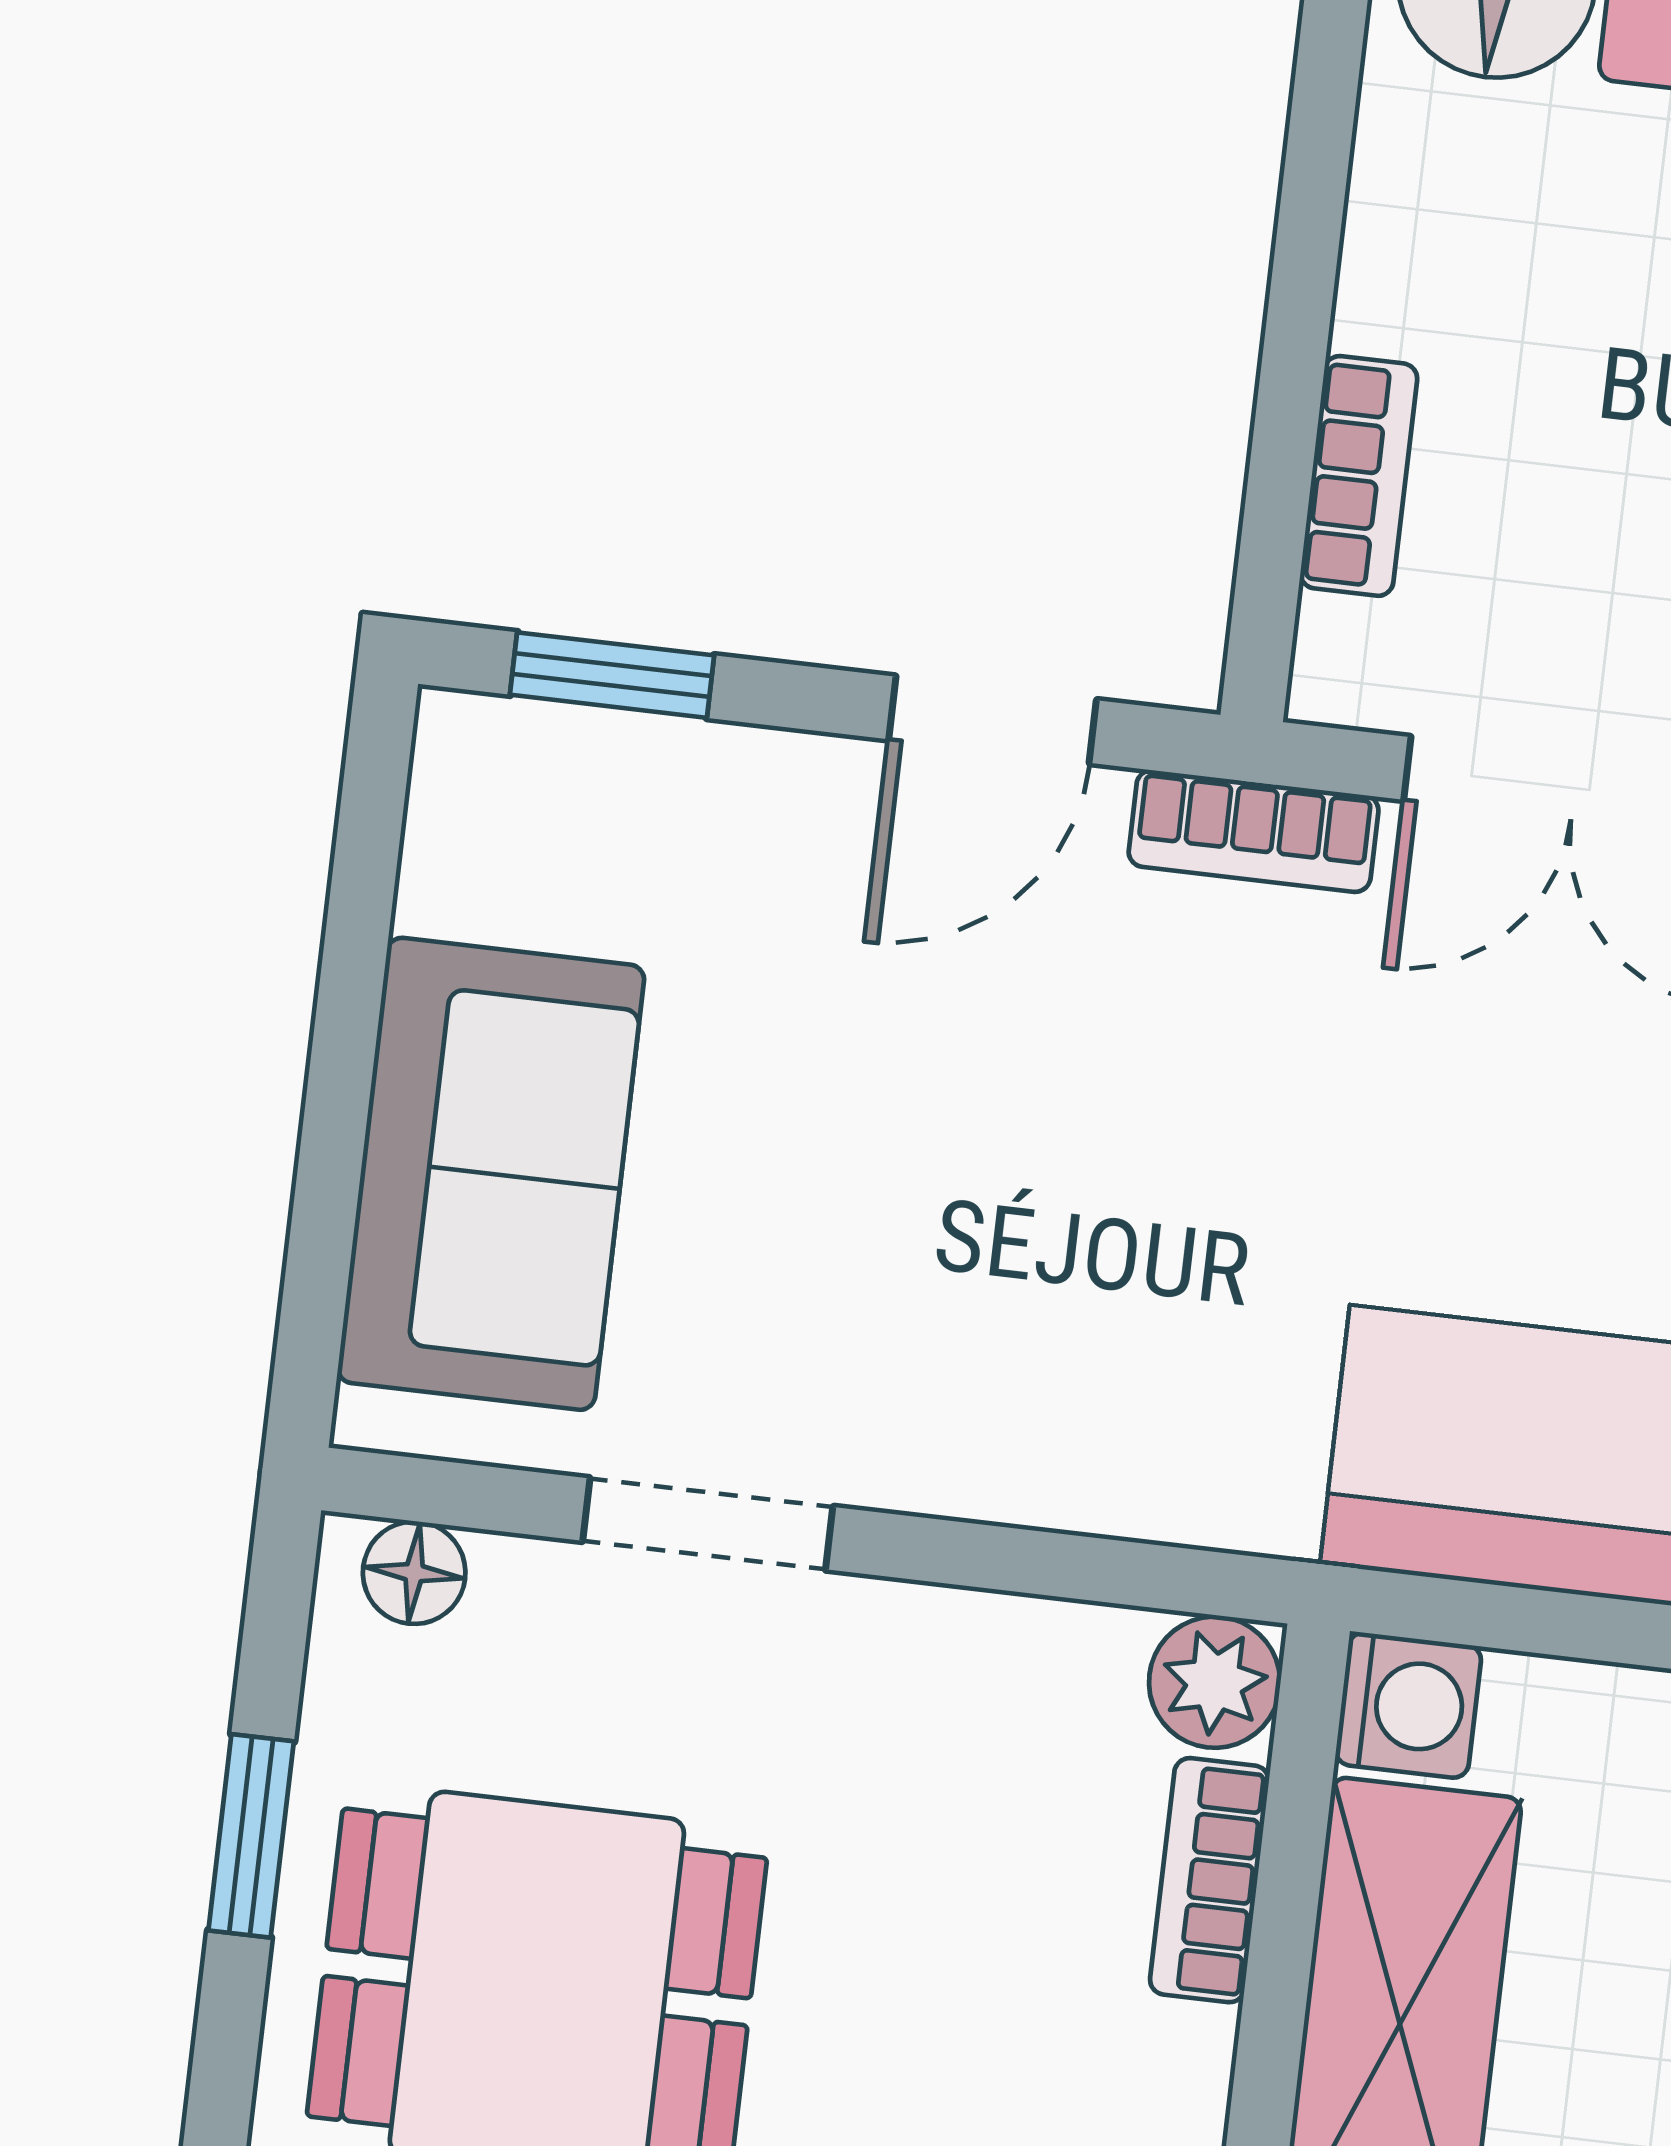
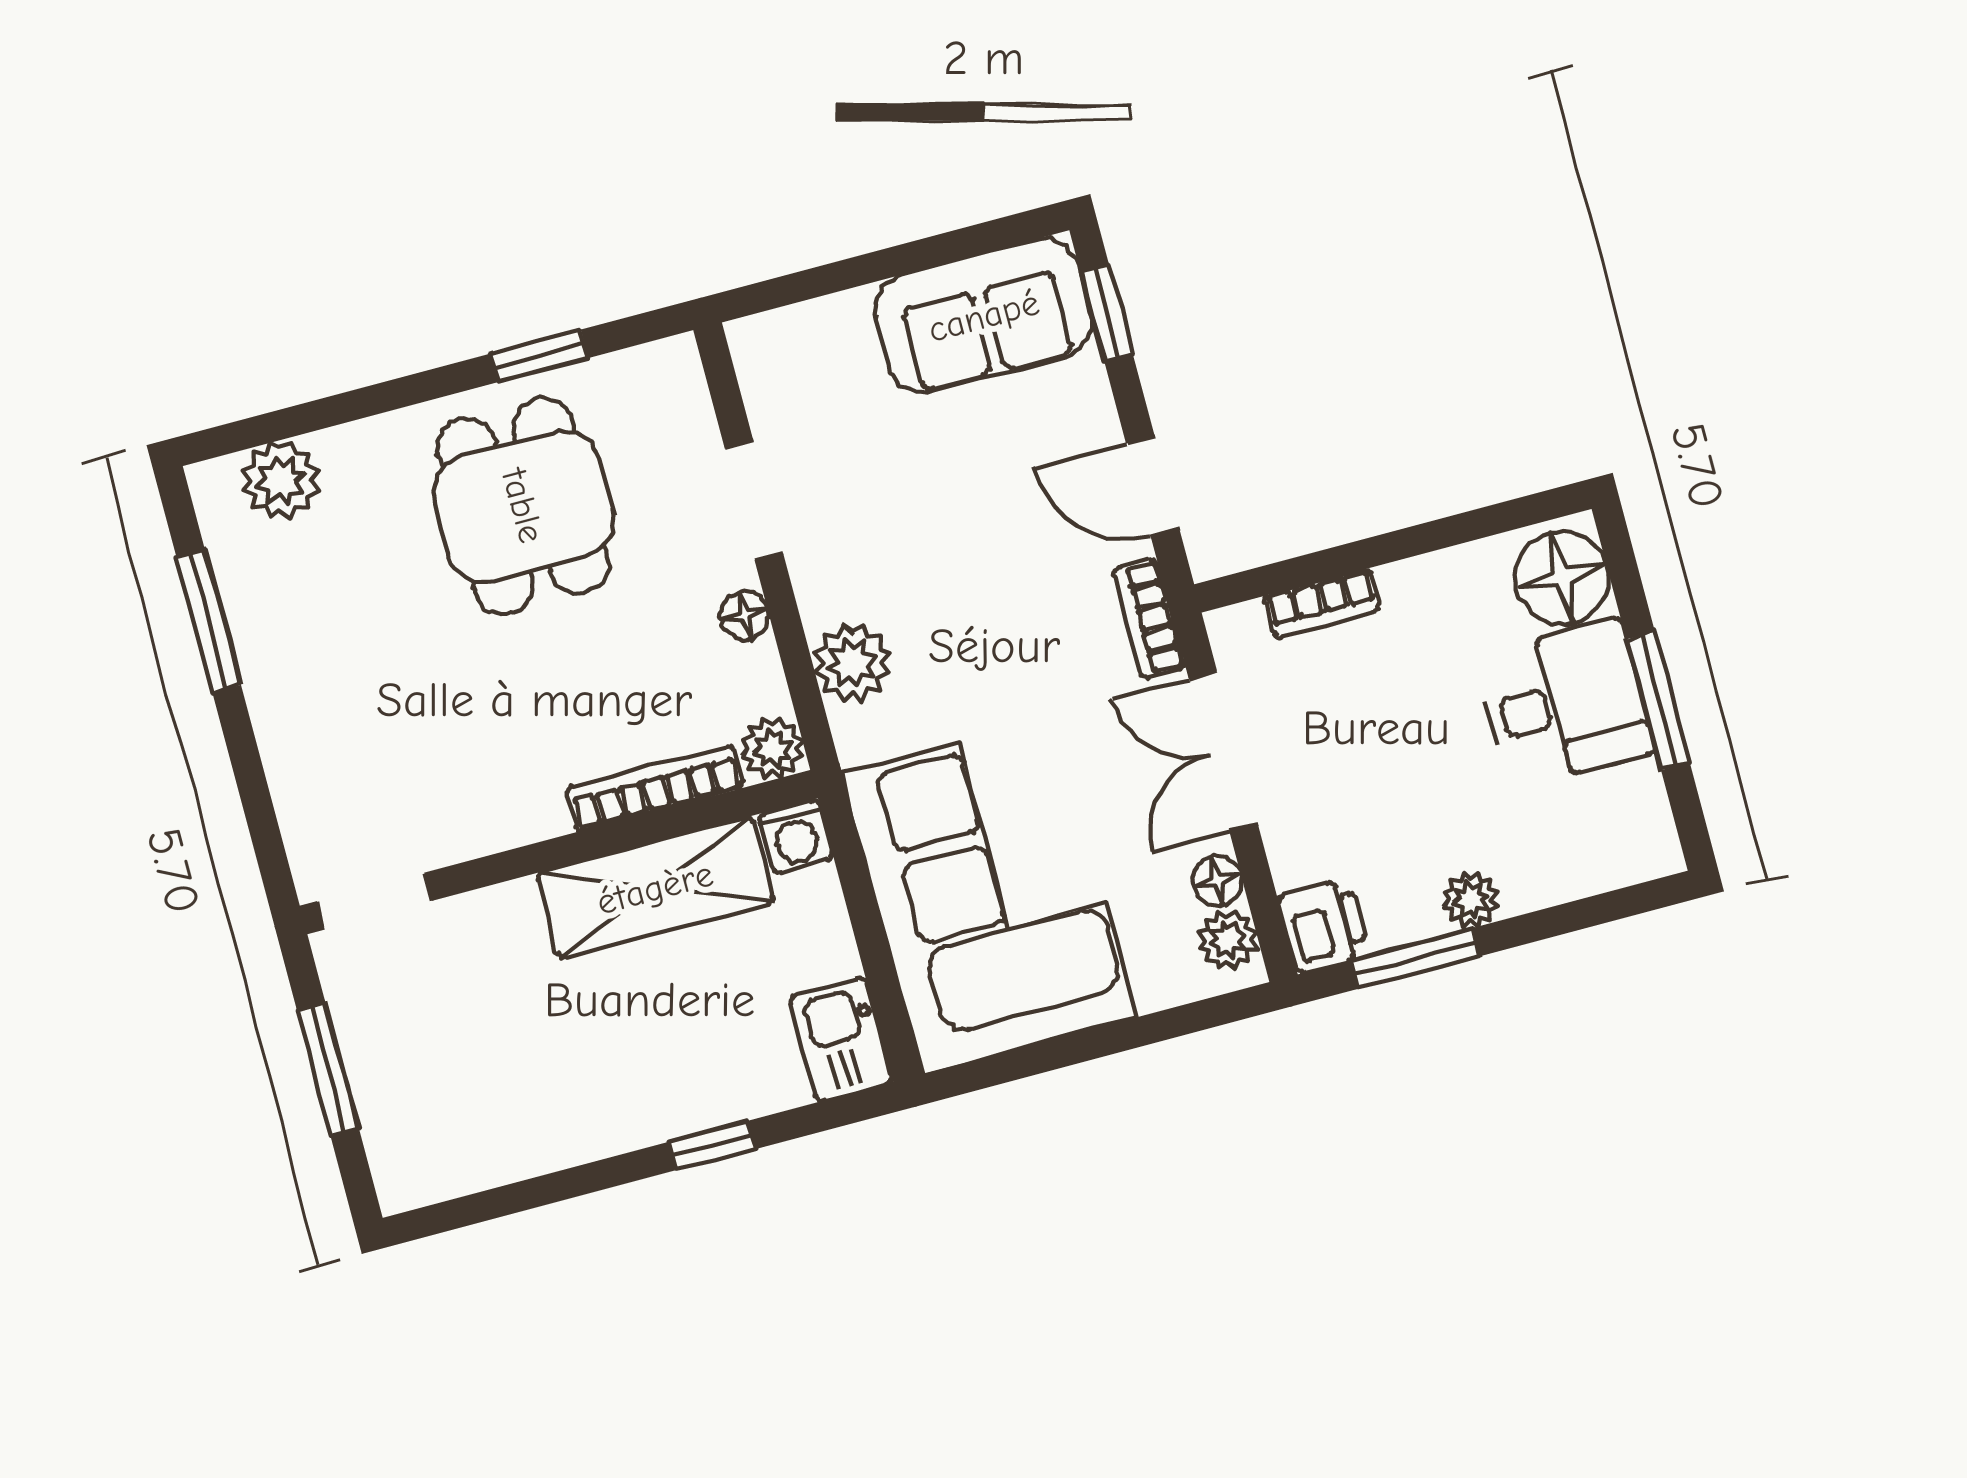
sofa: (491, 1174) -> (984, 316), moved
plant: (1108, 1456) -> (852, 663), added
floor lamp: (414, 1573) -> (744, 615), moved
bookcase: (1209, 1880) -> (655, 788), width x1.56

